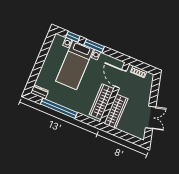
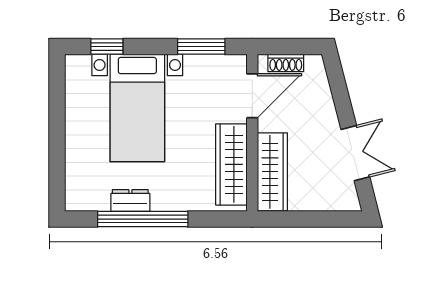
window: (94, 46) -> (201, 47), moved
door: (121, 79) -> (252, 96), swing flipped
dresser: (40, 92) -> (130, 200), moved

